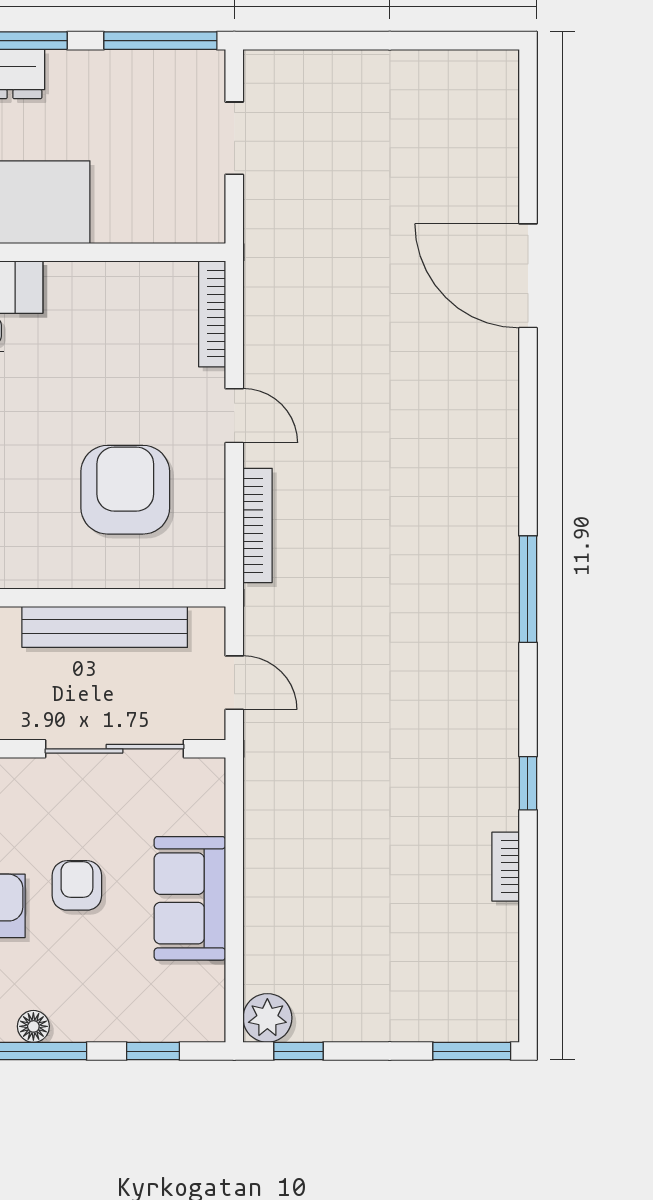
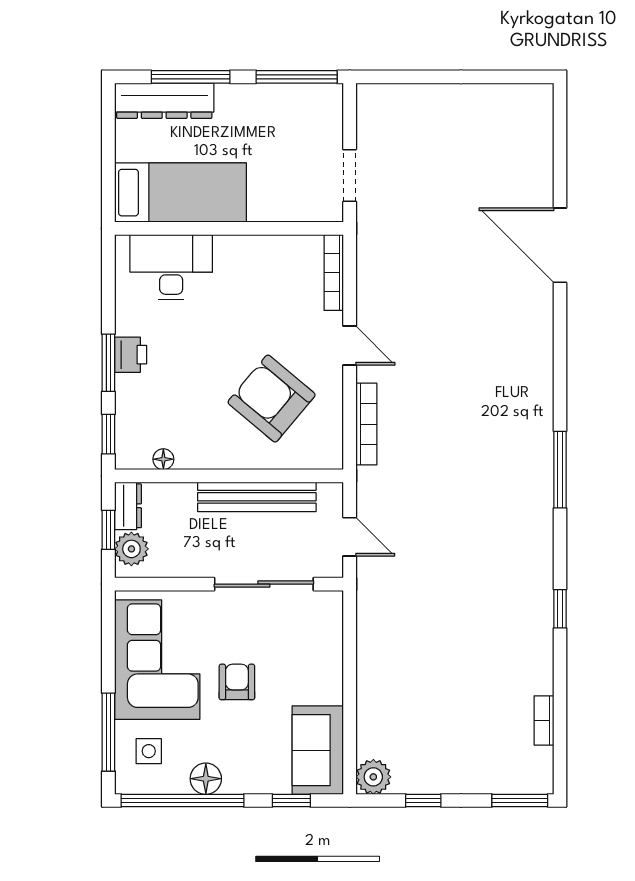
doorway: (234, 138) -> (350, 176), moved
armchair: (125, 490) -> (272, 399), turned -50
bookcase: (506, 867) -> (544, 720), moved
sofa: (190, 898) -> (318, 750), moved
floor lamp: (33, 1026) -> (206, 779), width x1.37, depth x1.37
window: (299, 1051) -> (423, 801), moved

